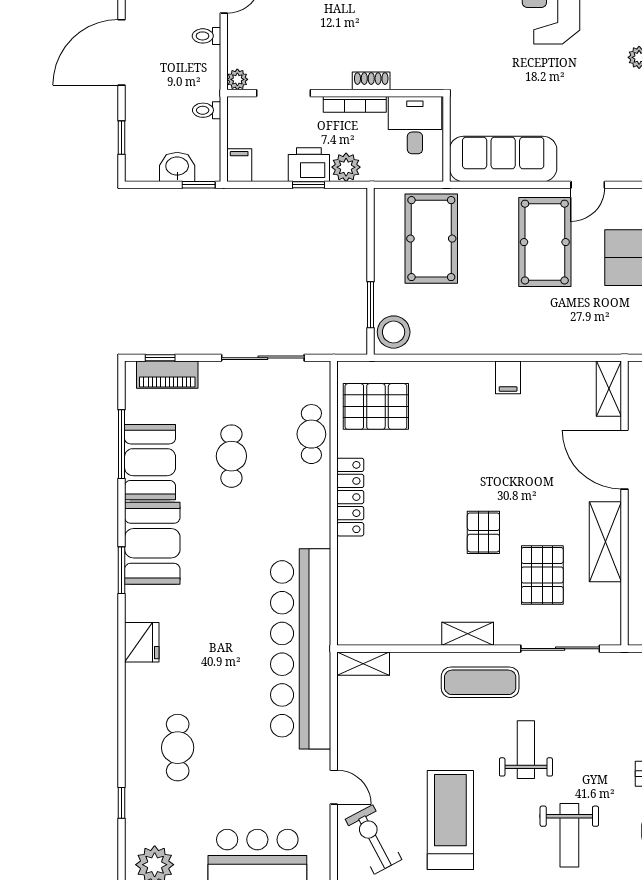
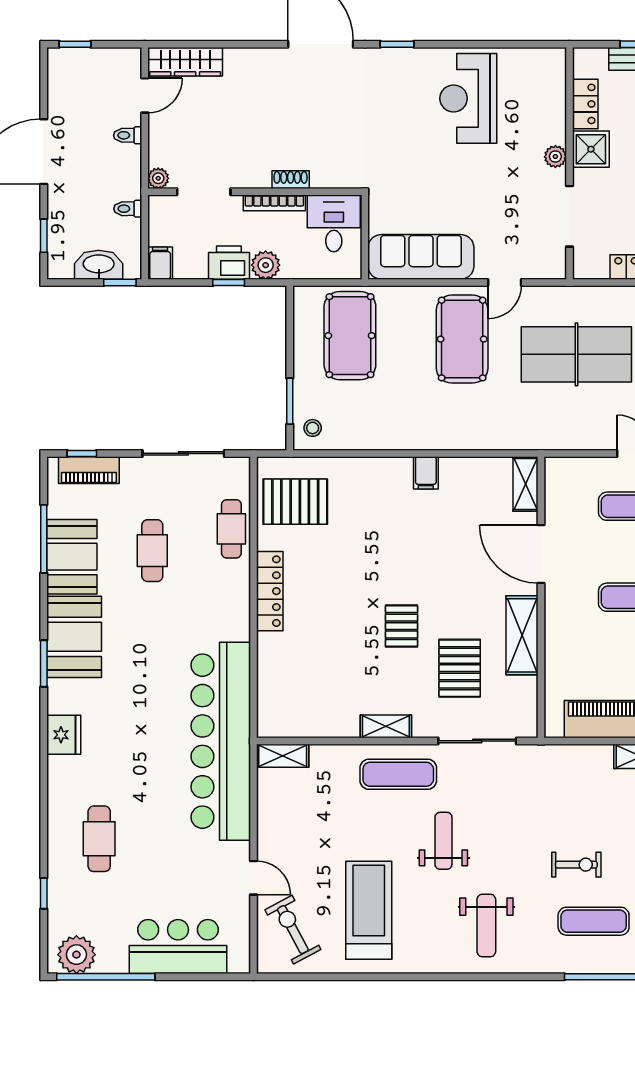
washbasin: (177, 167) -> (99, 265), width x1.38
stool: (394, 332) -> (313, 428), width x0.53, depth x0.53

